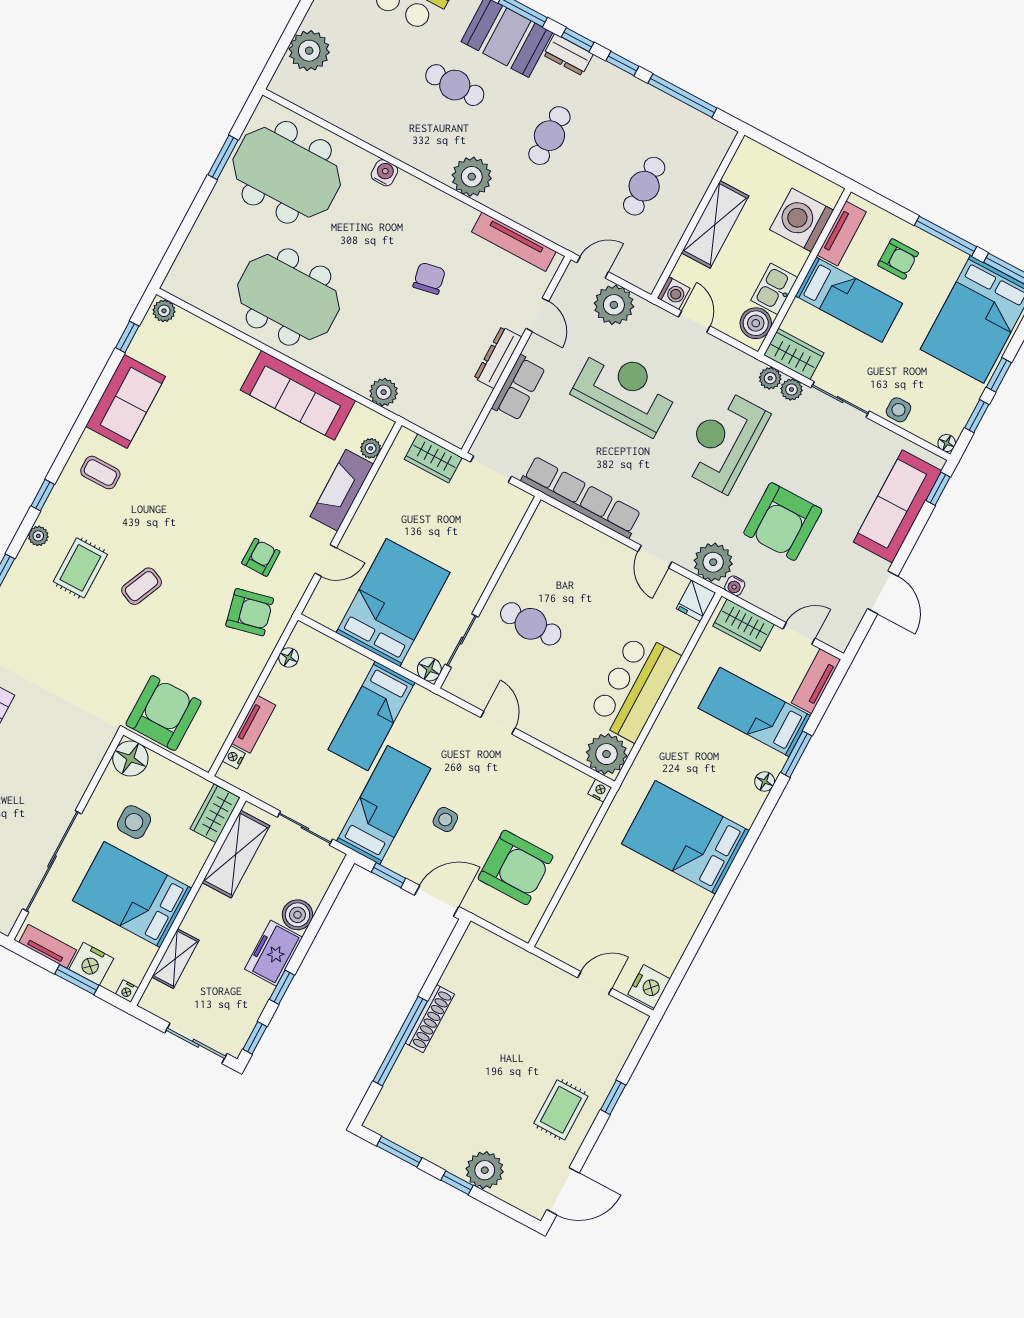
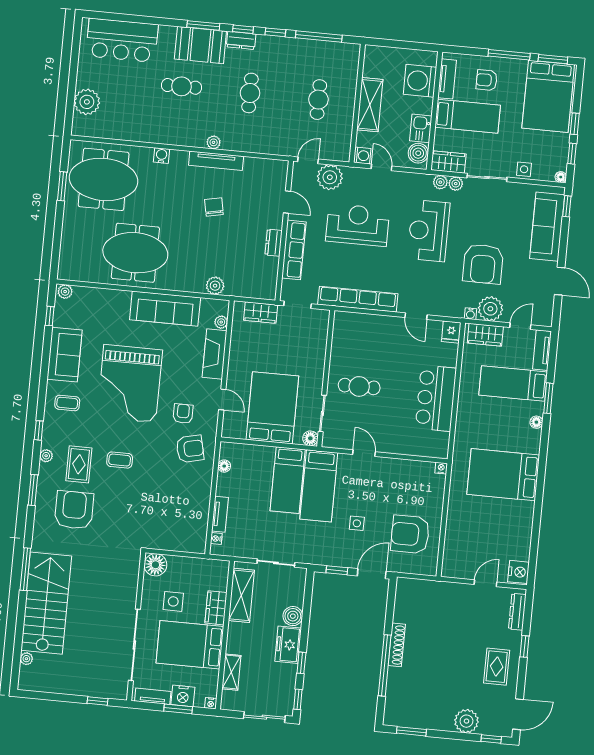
plant: (472, 177) -> (214, 142), width x0.53, depth x0.53
tv unit: (514, 242) -> (216, 161), moved
armchair: (898, 259) -> (487, 80), turned 180
dresser: (498, 358) -> (274, 243), width x0.70
row of seats: (519, 388) -> (294, 250), width x1.48
grand piano: (202, 482) -> (130, 384), added
door: (326, 561) -> (222, 399), hinge flipped
plant: (713, 562) -> (490, 309), moved
coffee table: (142, 586) -> (120, 460), turned 66
armchair: (164, 713) -> (74, 510), moved
plant: (606, 754) -> (436, 445), removed
bed: (384, 805) -> (319, 486), moved, turned 180
wardrobe: (215, 813) -> (216, 608), moved
armchair: (515, 867) -> (410, 534), turned 180
dresser: (623, 1043) -> (517, 612), added
window: (457, 1183) -> (491, 739), moved

